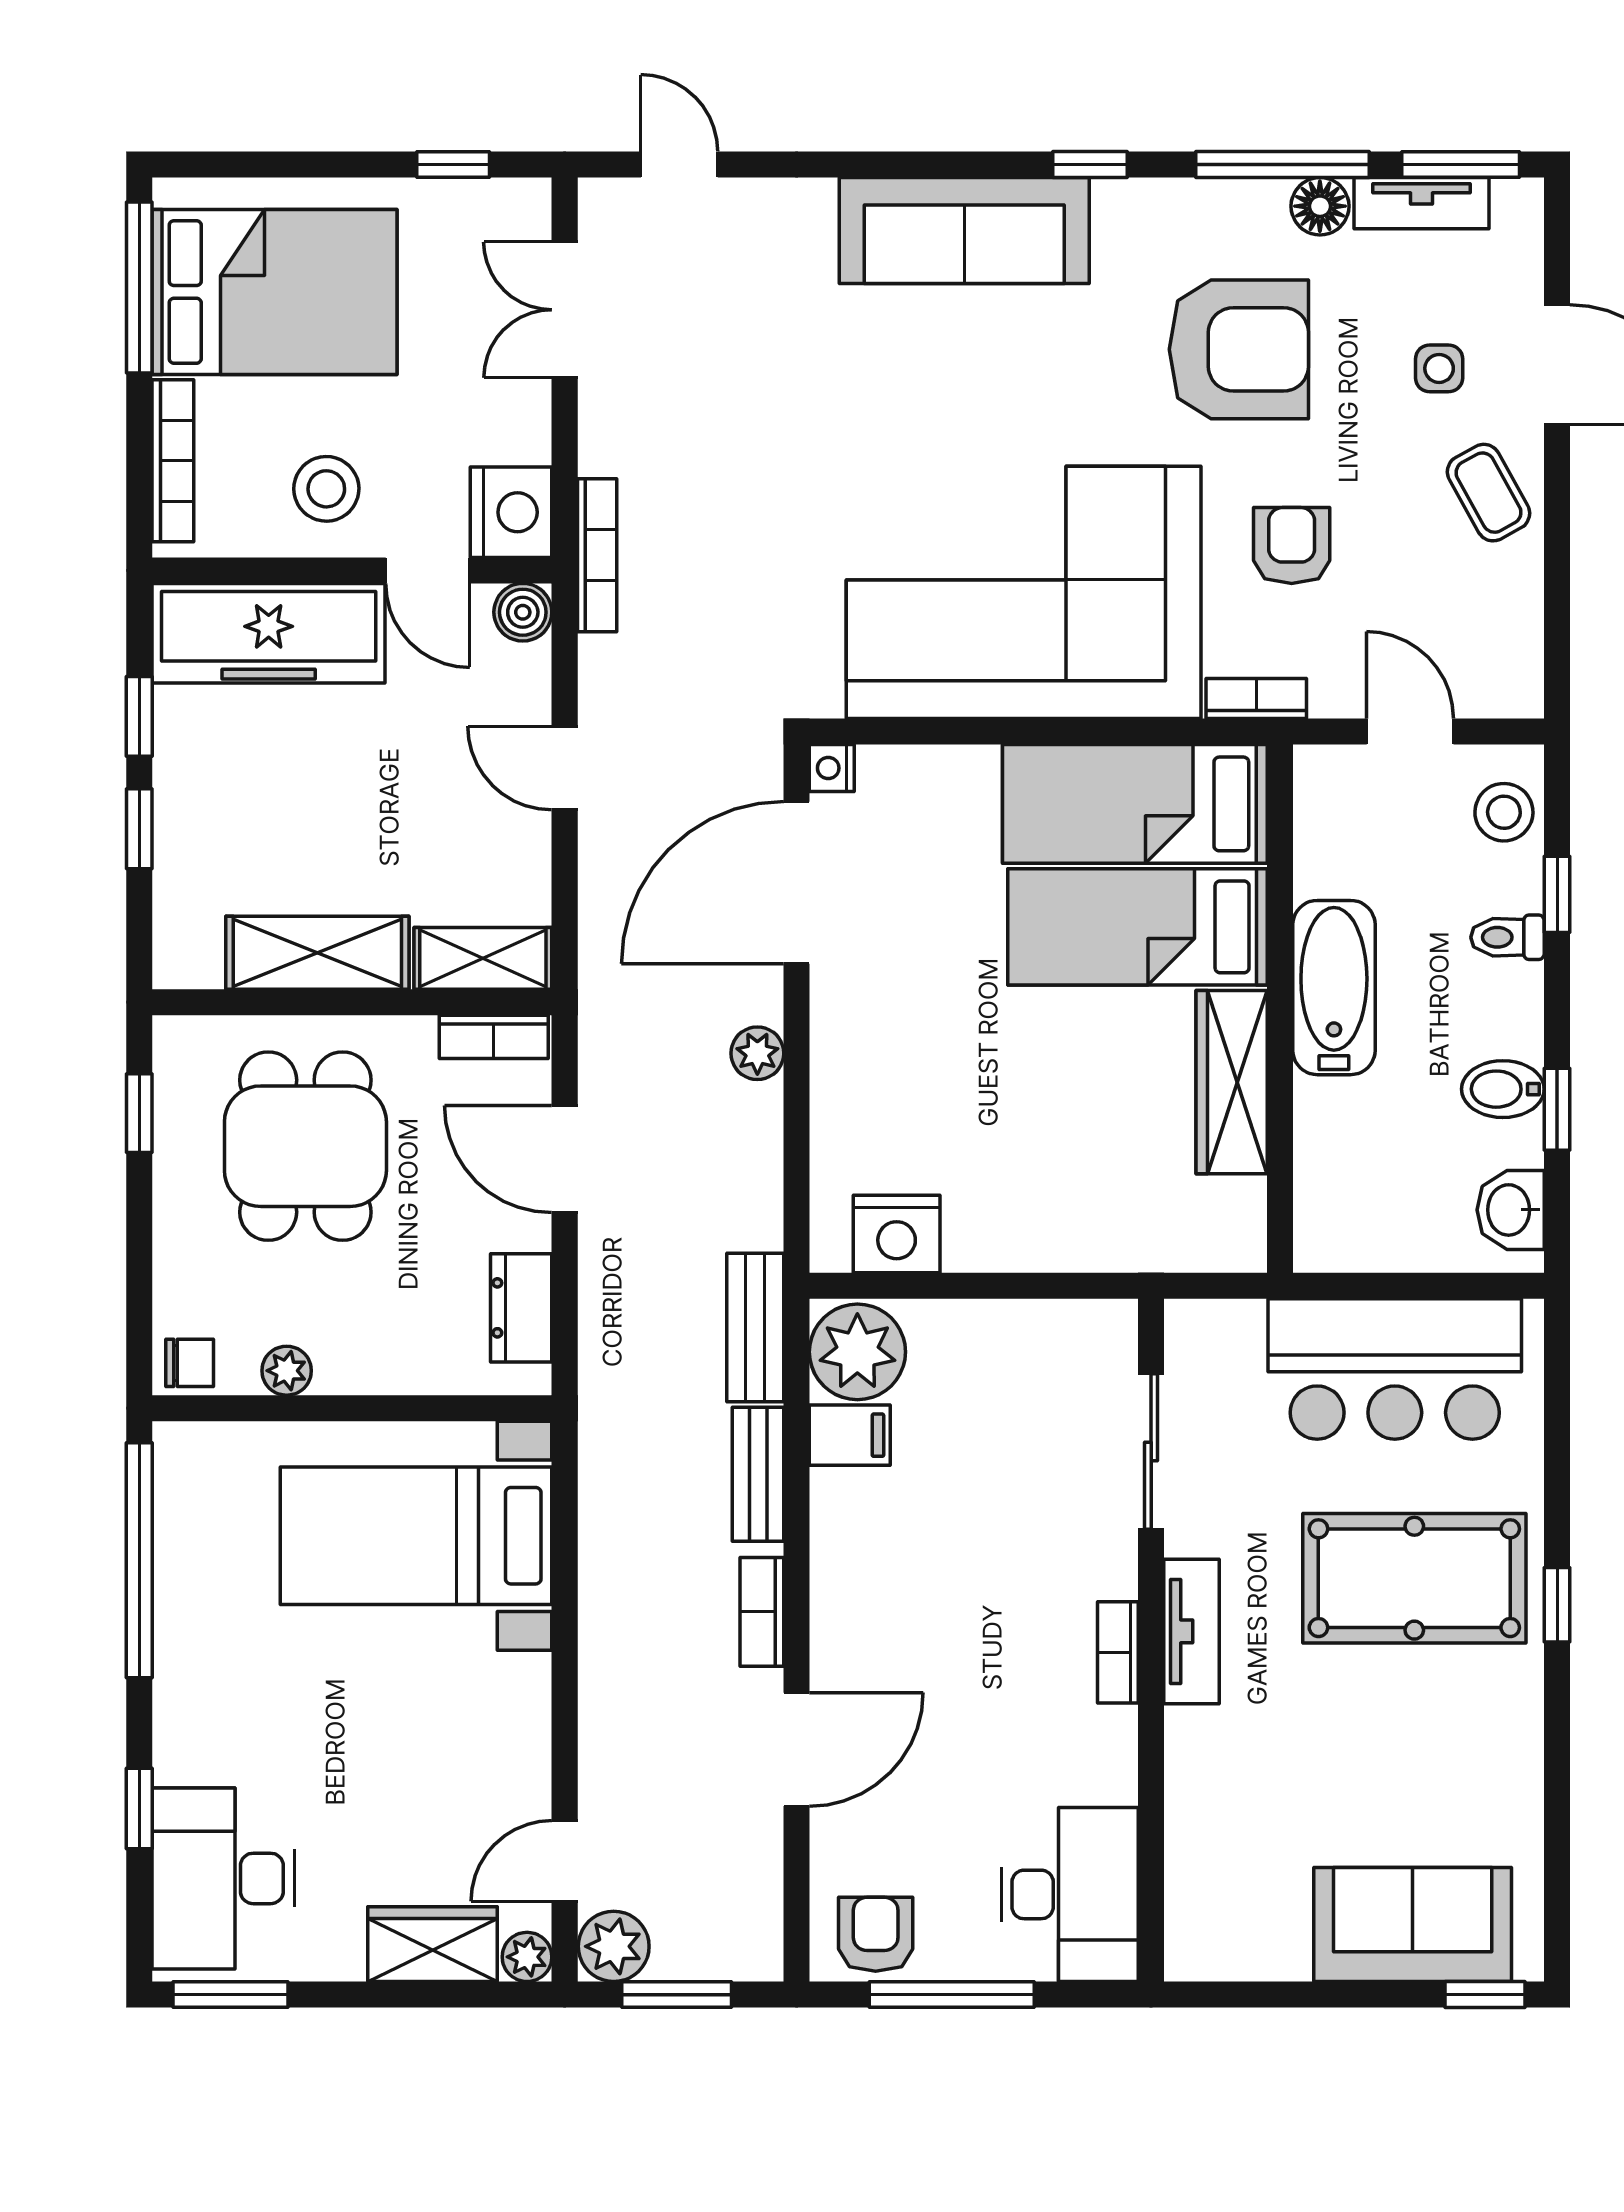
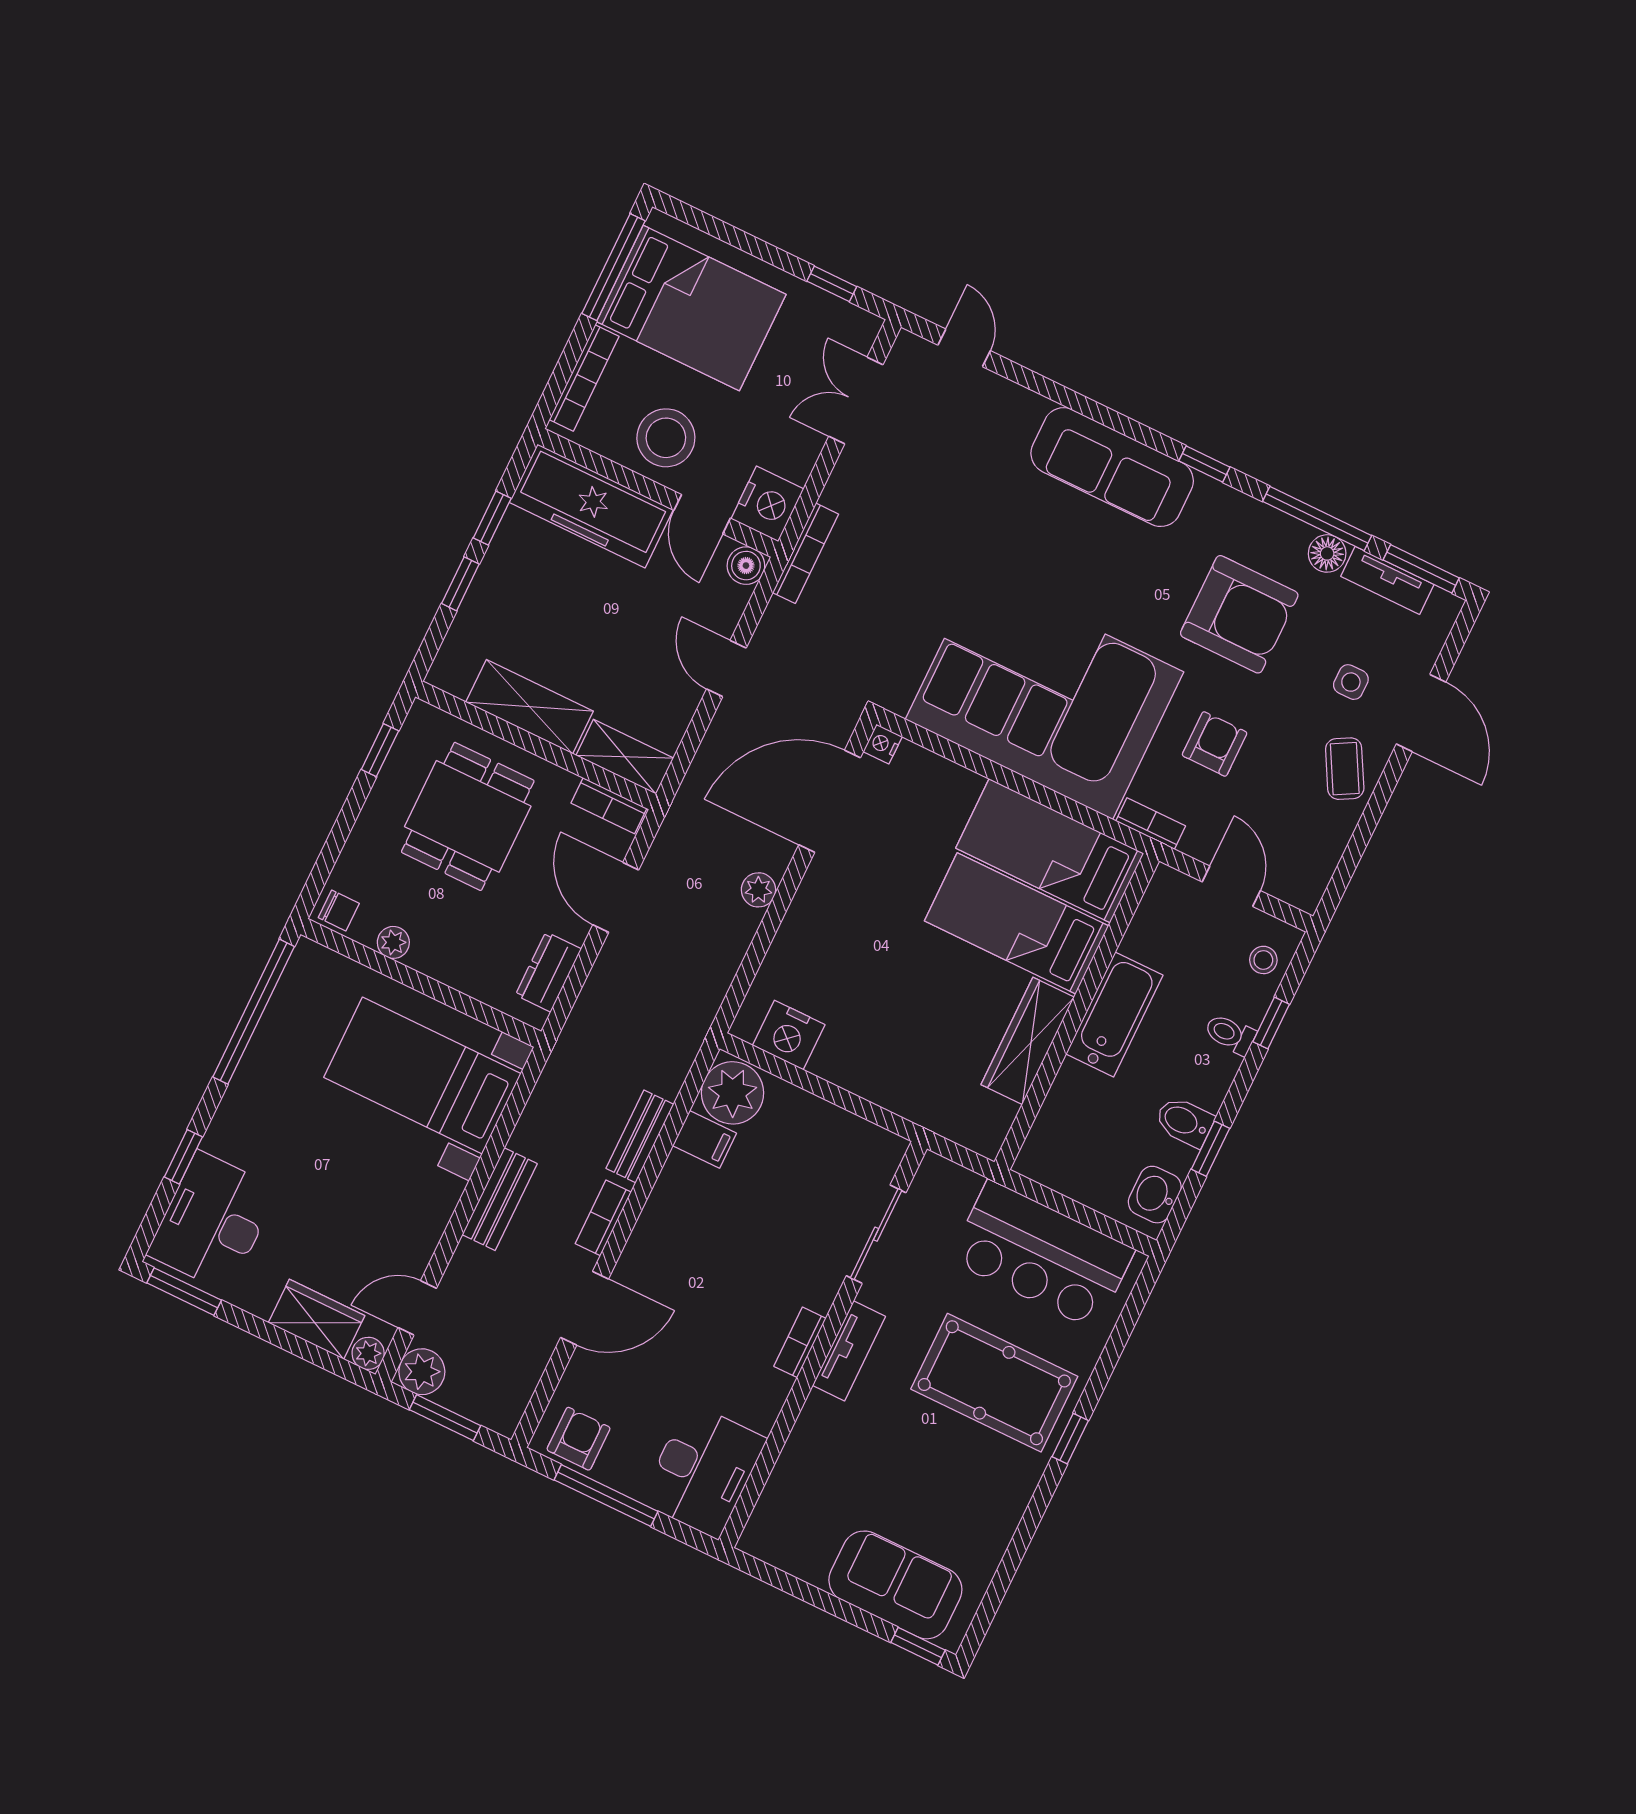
stool: (326, 489) -> (666, 438), width x1.38, depth x1.38
stool: (1504, 812) -> (1263, 960), width x0.73, depth x0.73
bench: (755, 1327) -> (500, 1199), moved

